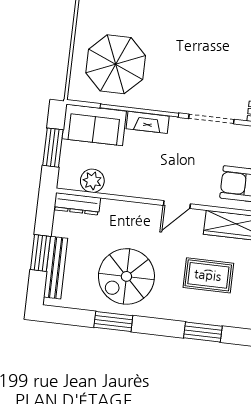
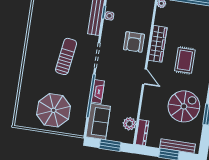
parasol: (116, 64) -> (54, 110), moved
sun lounger: (208, 64) -> (66, 56), added
spiral stairs: (126, 276) -> (184, 106), turned -90

